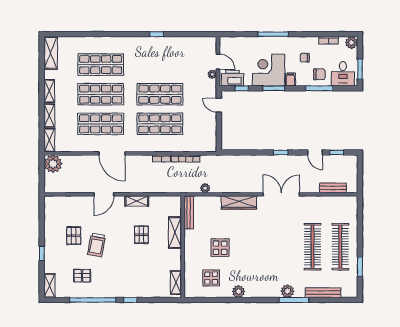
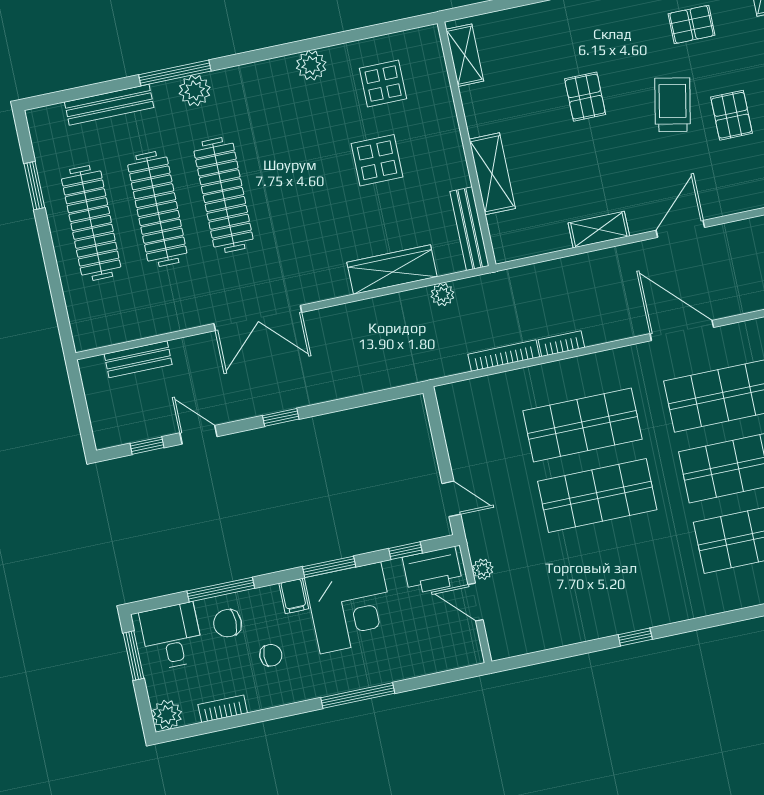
wardrobe: (239, 203) -> (392, 269), moved
pallet: (141, 235) -> (585, 97), moved
clothes rail: (285, 247) -> (223, 195), added

